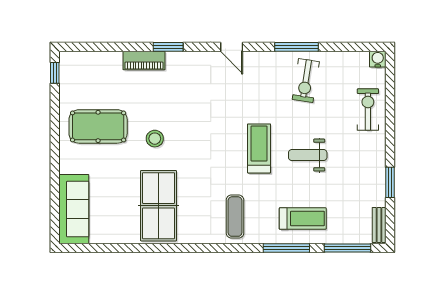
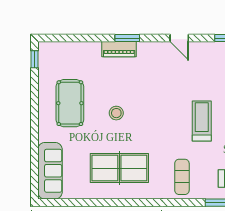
piano: (144, 60) -> (119, 49), moved
pool table: (98, 126) -> (70, 103), turned 90
table tennis table: (159, 206) -> (119, 168), turned 90

